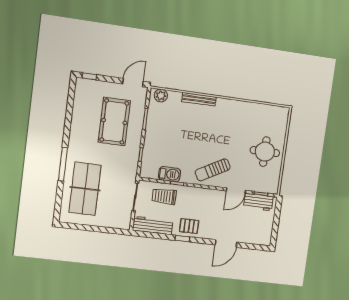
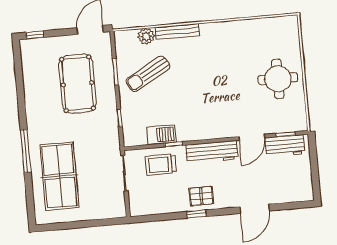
plant: (161, 96) -> (146, 36), moved
sun lounger: (213, 170) -> (148, 74), moved
workbench: (153, 225) -> (212, 152), moved, turned 180

